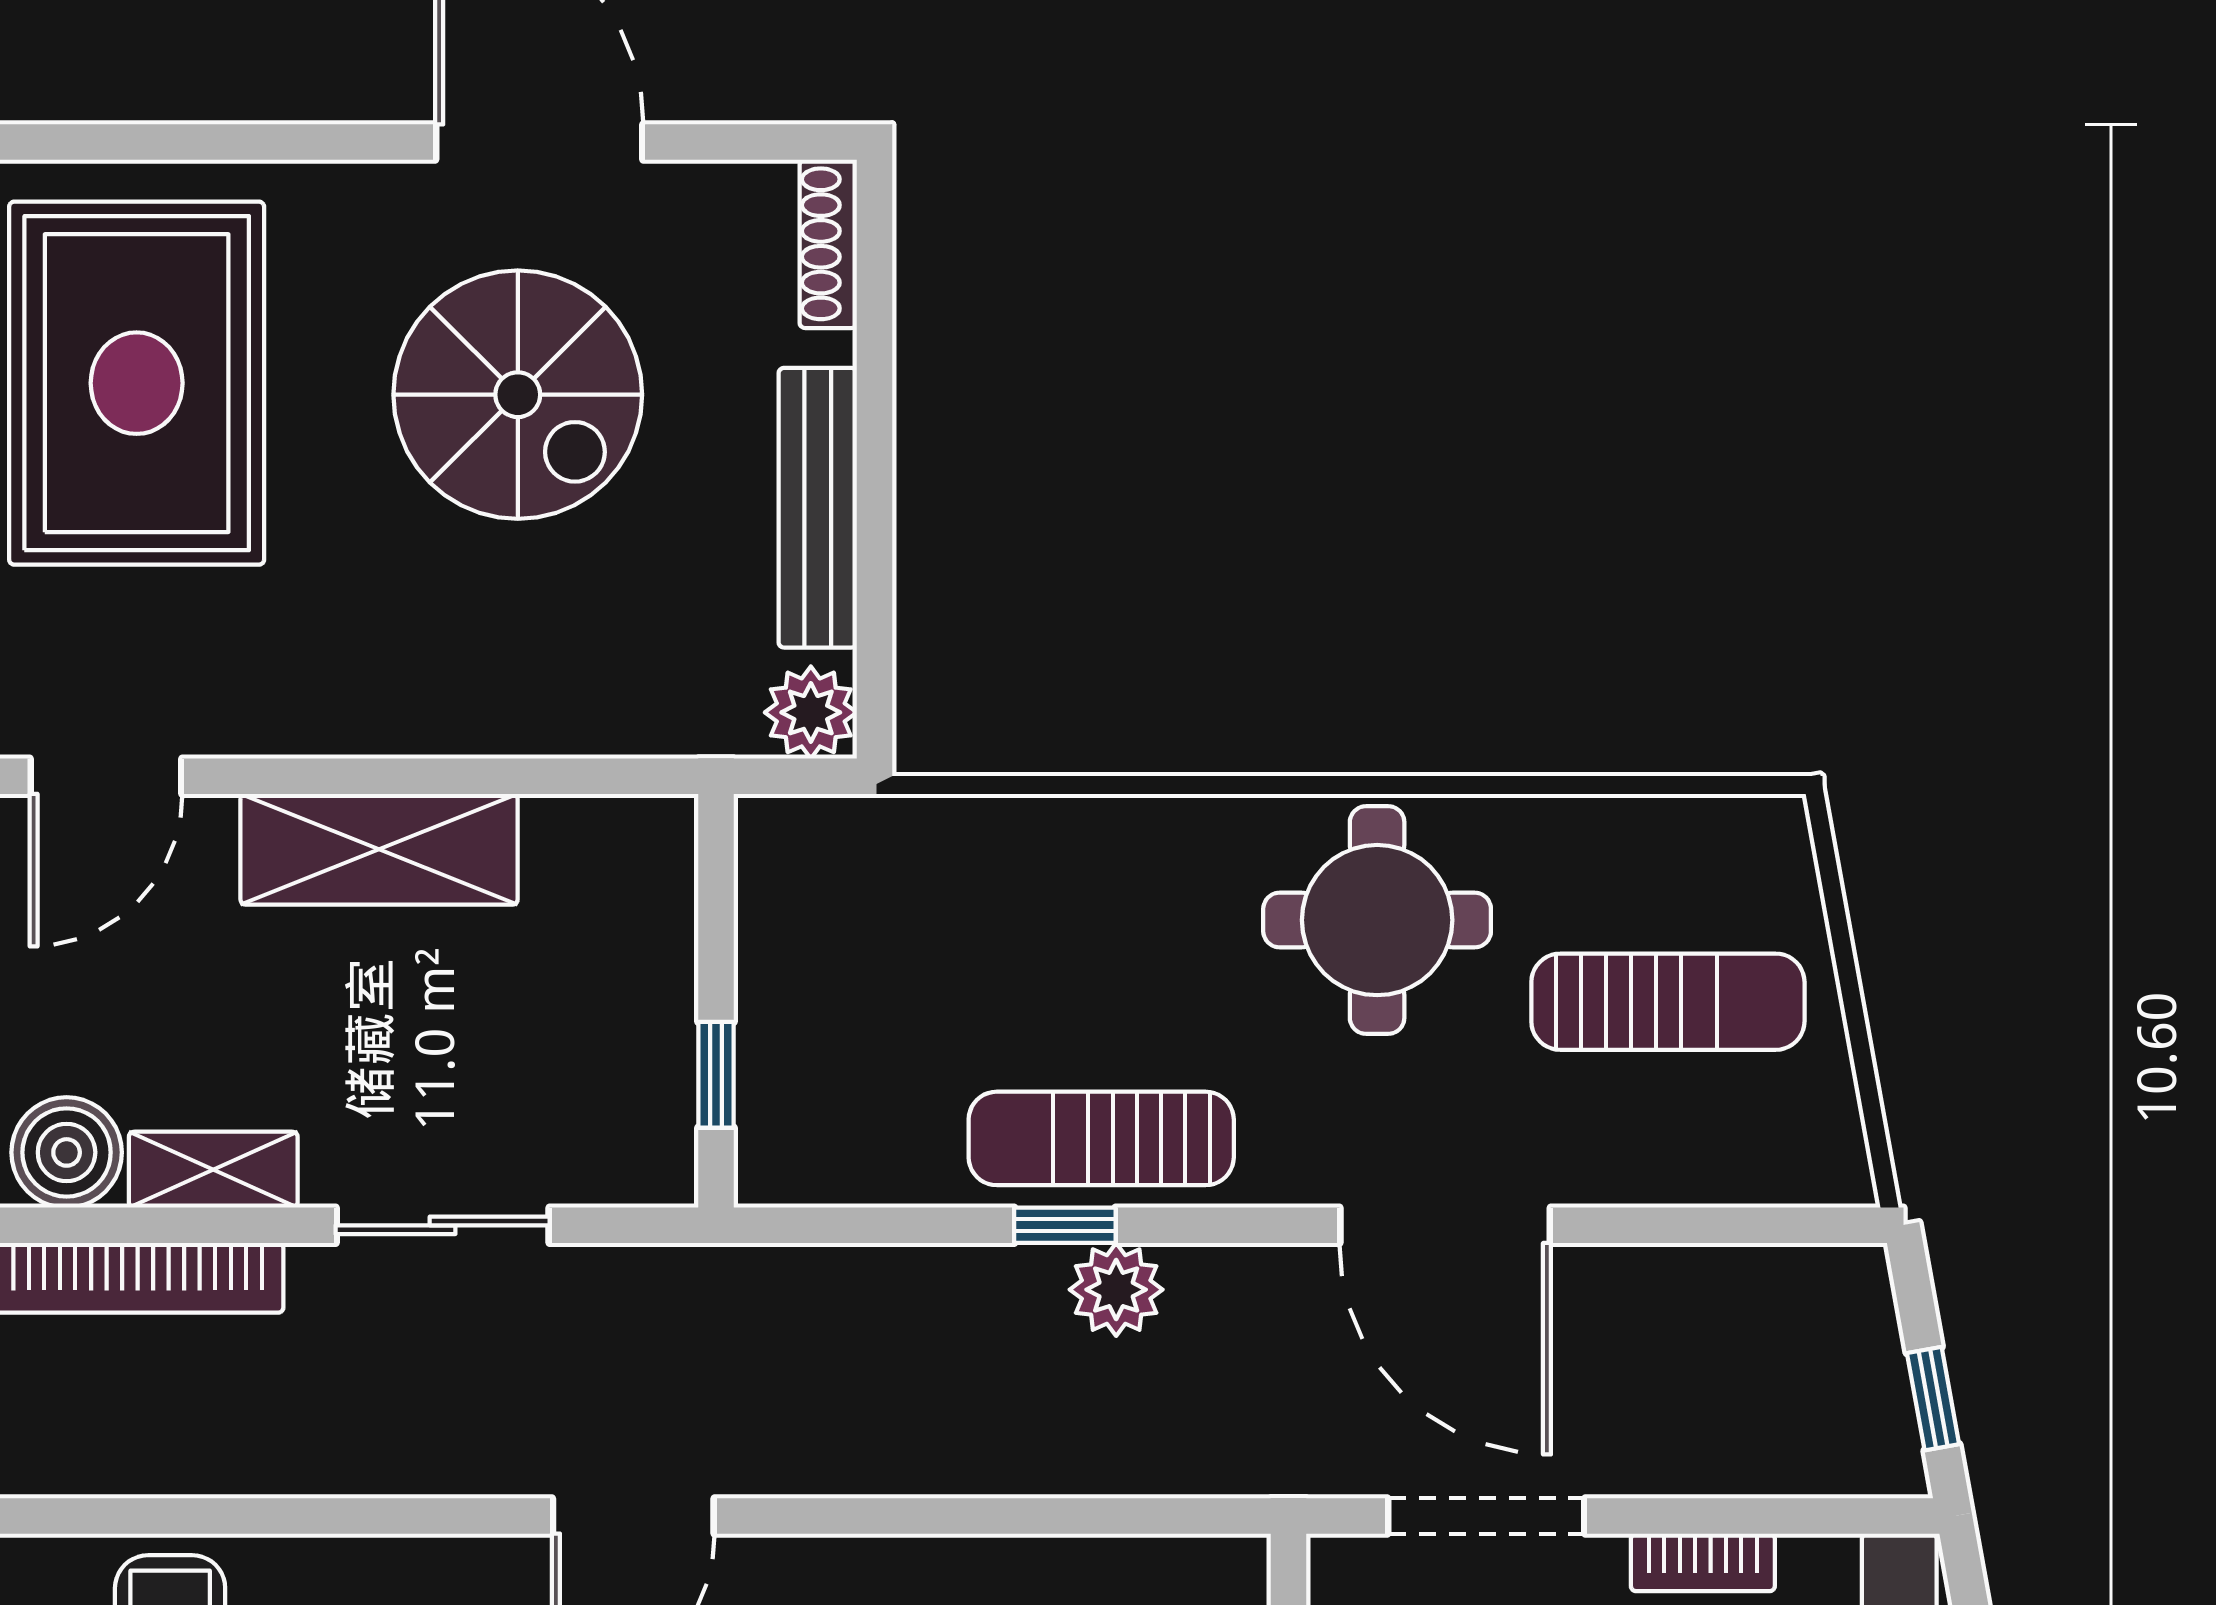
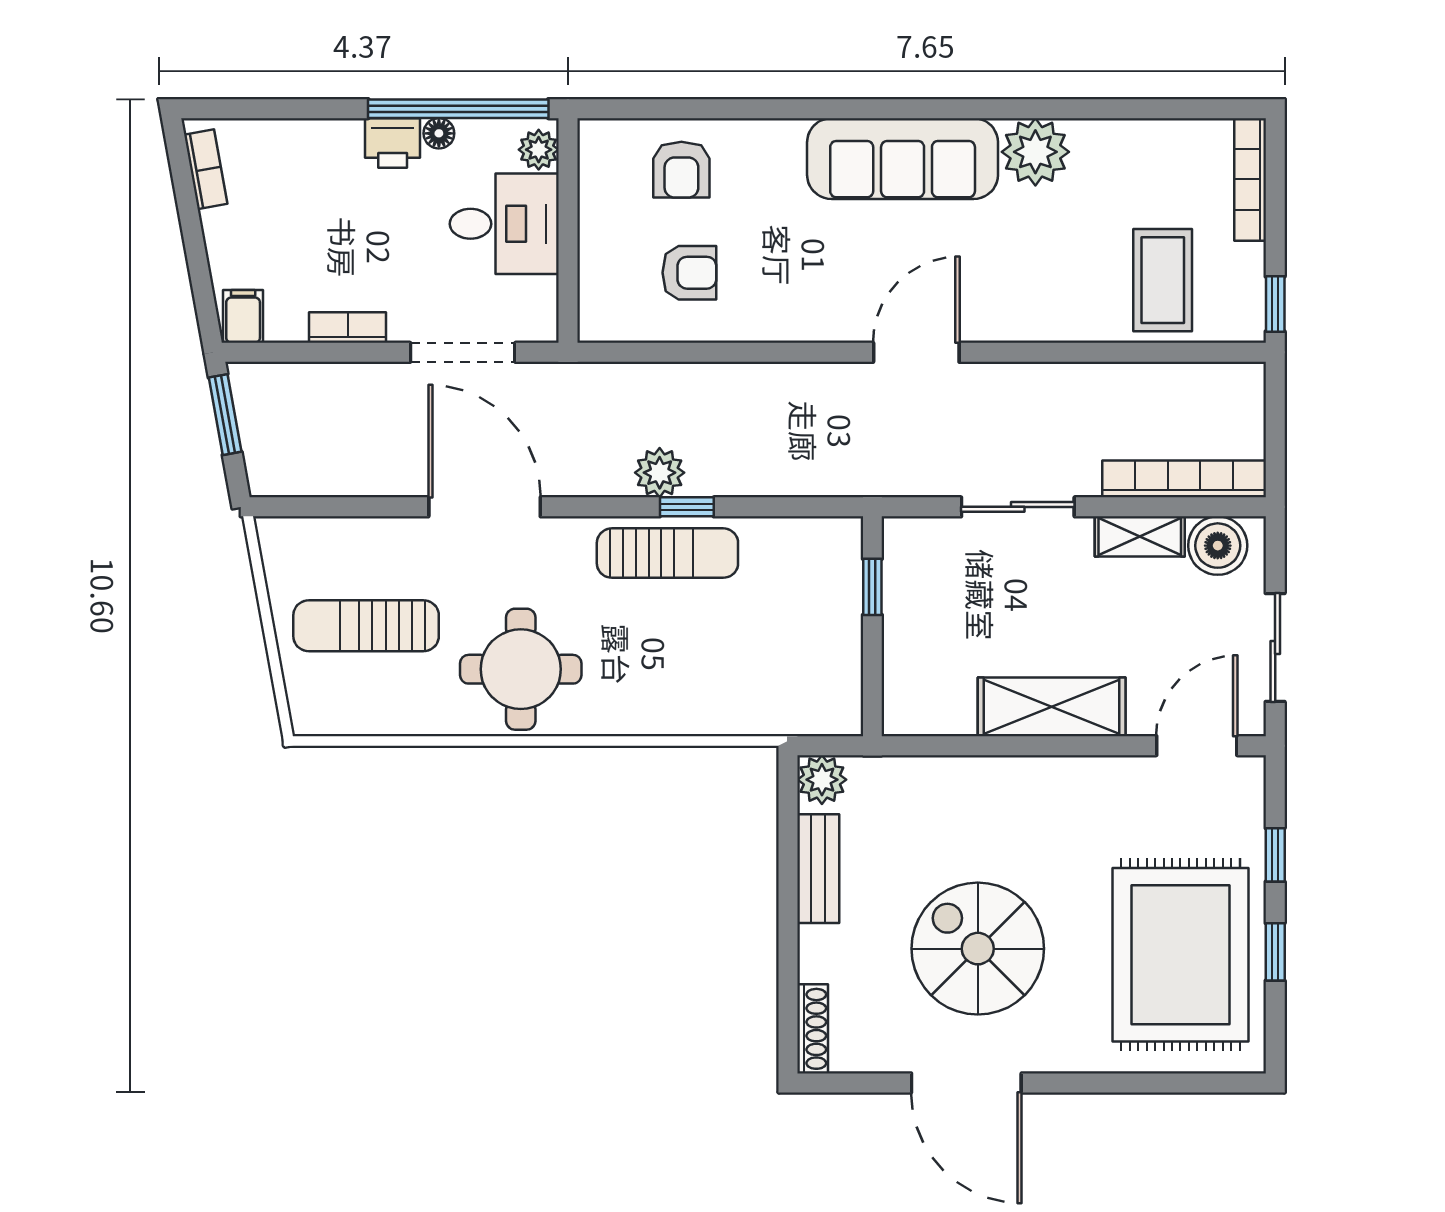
bench: (818, 508) -> (818, 869), width x0.73
window: (1933, 1399) -> (225, 415), width x1.50

